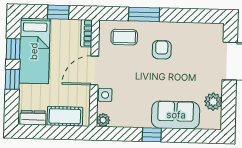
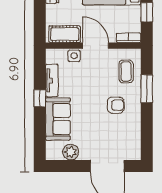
cot: (65, 116) -> (65, 34), moved, turned 90
plant: (103, 120) -> (52, 55), removed
tv unit: (132, 121) -> (52, 80), added

